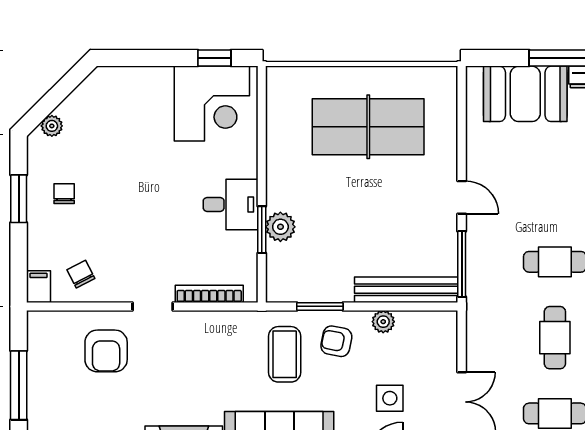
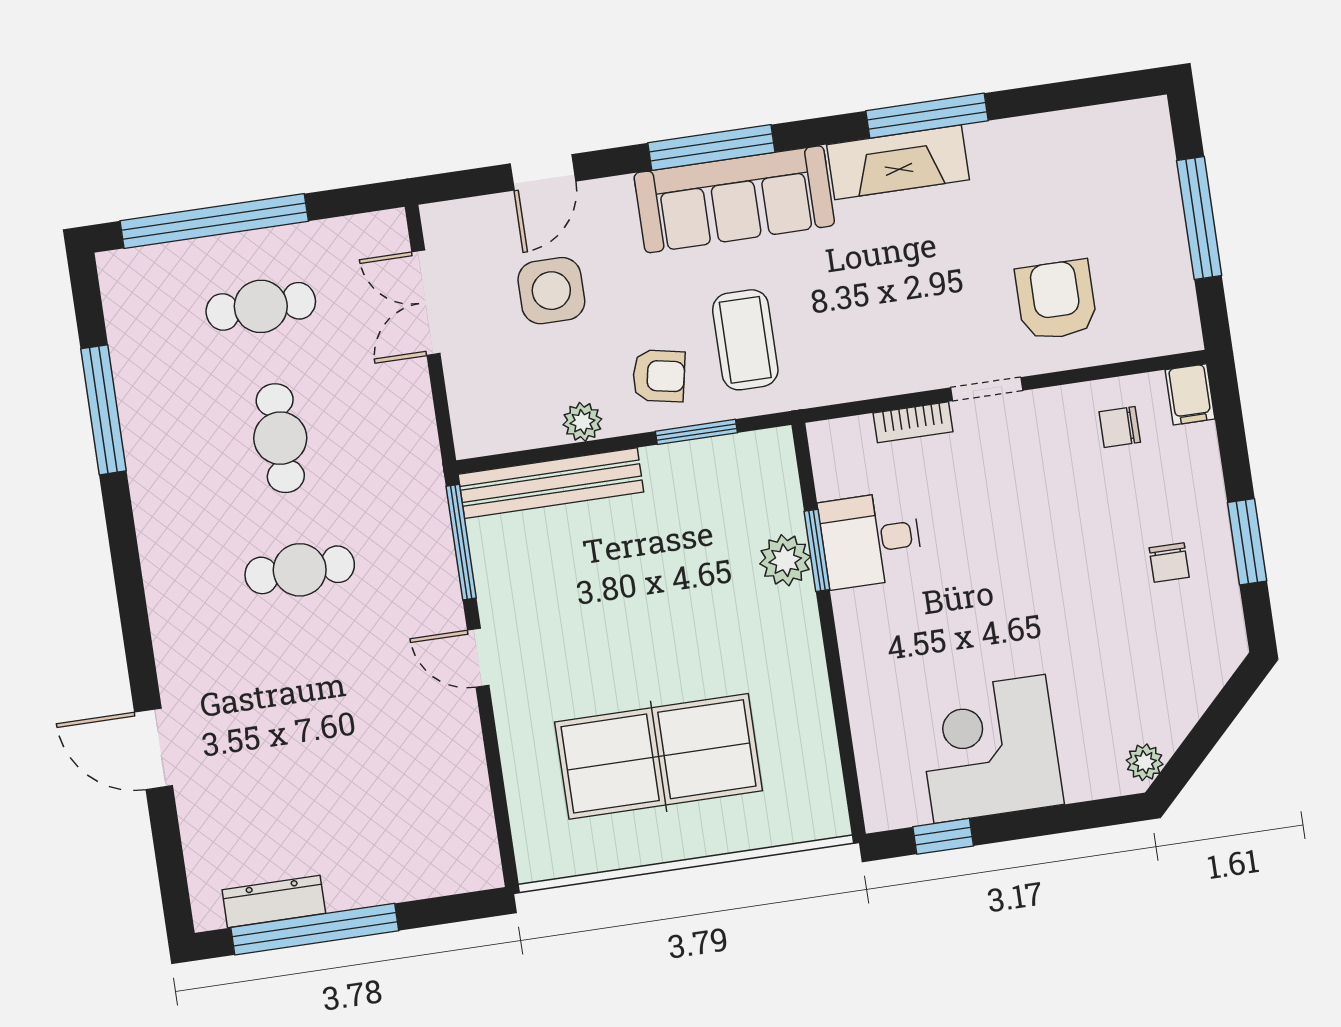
booth: (525, 94) -> (394, 854), removed
corner desk: (212, 103) -> (990, 749), moved
plant: (52, 126) -> (1145, 762), moved
desk: (231, 204) -> (871, 540), moved
chair: (81, 274) -> (1120, 427), turned 117
bookcase: (209, 294) -> (913, 422), width x0.64
side table: (390, 398) -> (551, 291), width x1.37, depth x1.37

